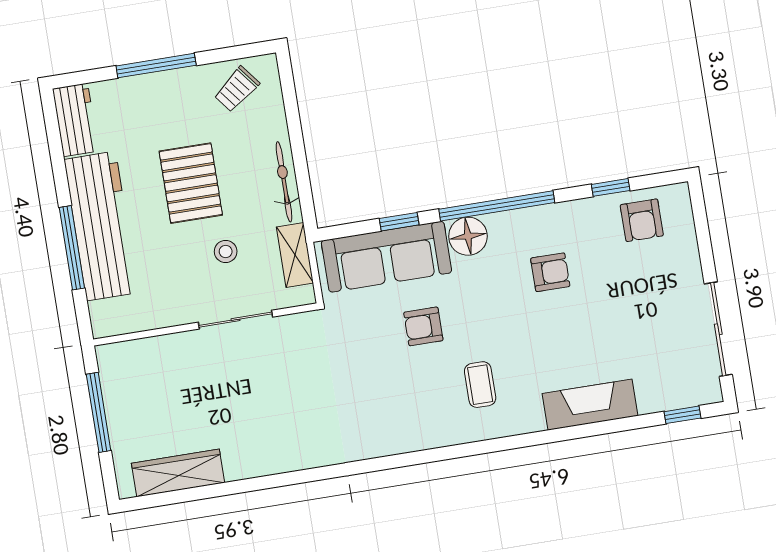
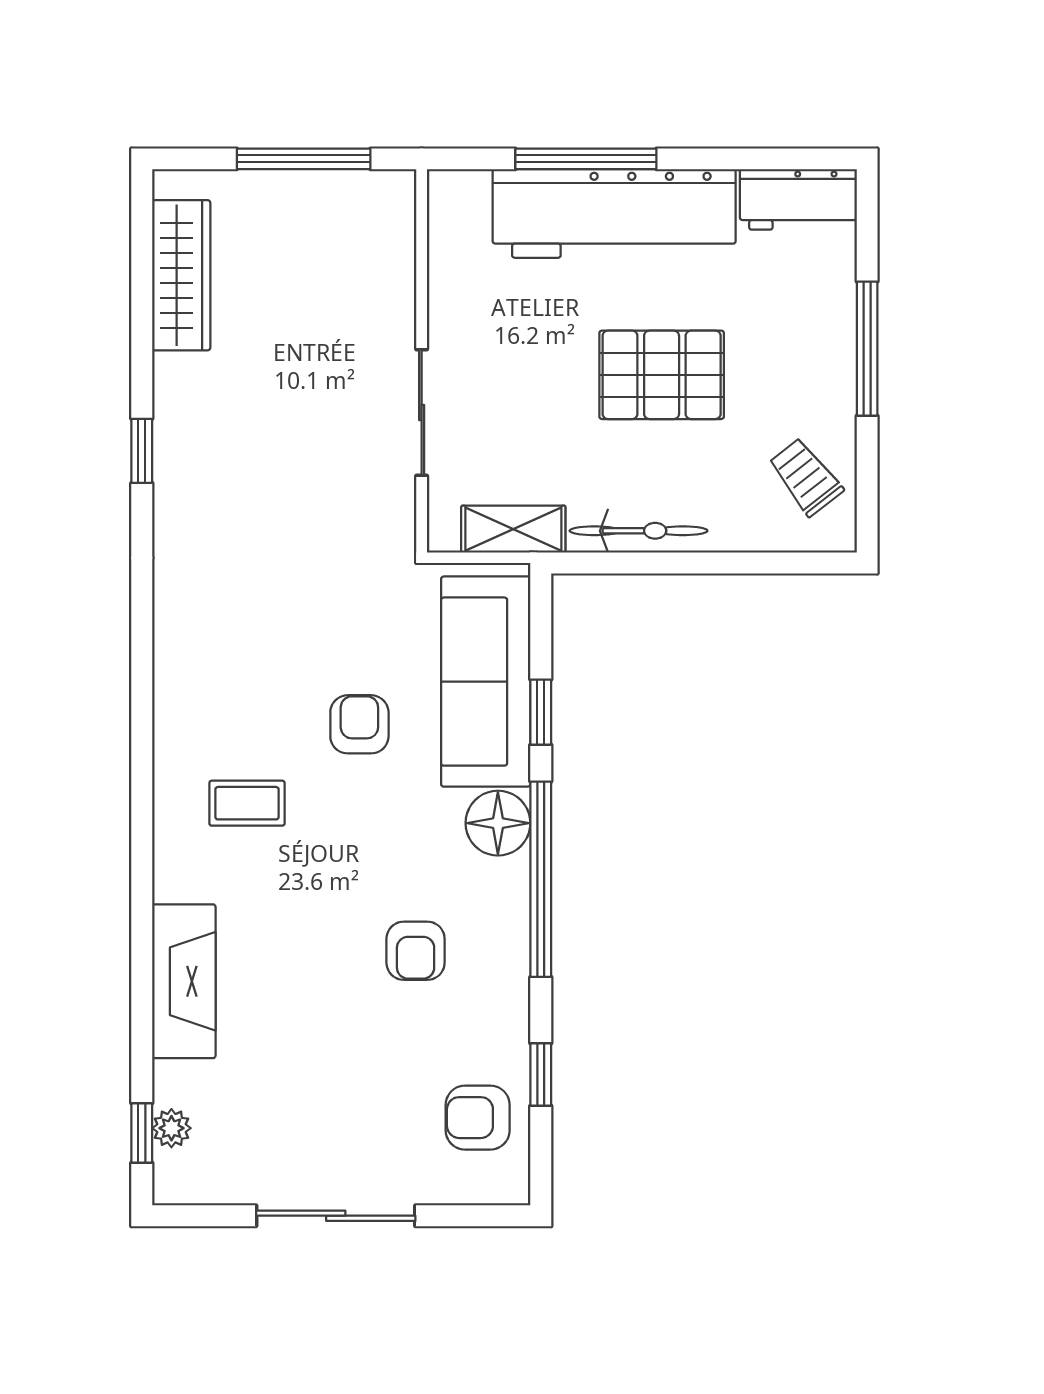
stool: (226, 252) -> (538, 414), removed
sliding door: (718, 329) -> (336, 1216), moved
plant: (677, 398) -> (171, 1128), added
window: (284, 479) -> (142, 451), added

